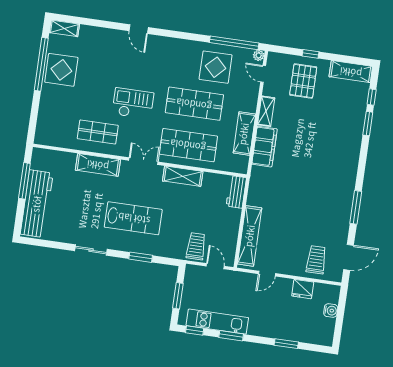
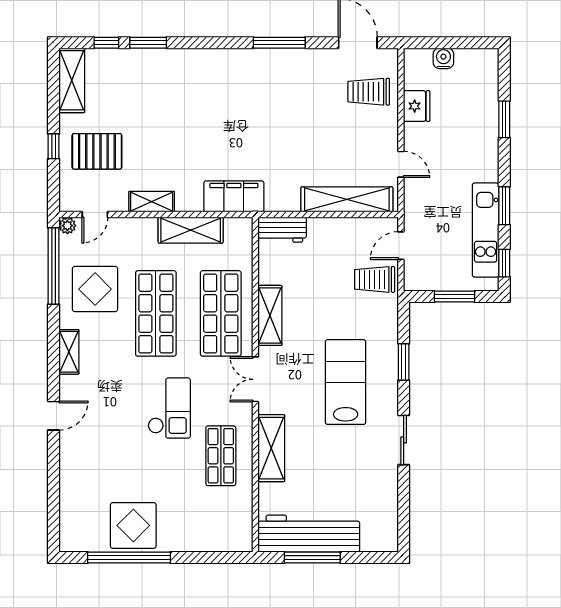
shelving: (64, 28) -> (69, 352), moved
checkout: (133, 104) -> (169, 408), turned 180
filing cabinet: (264, 147) -> (234, 196), moved
workbench: (37, 204) -> (309, 534), moved

